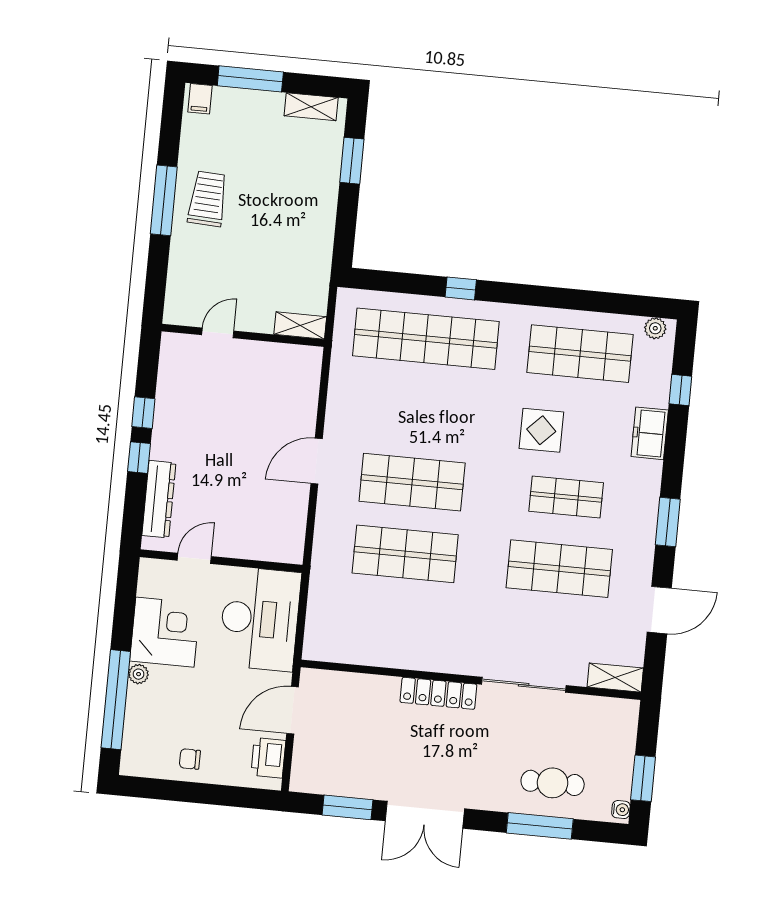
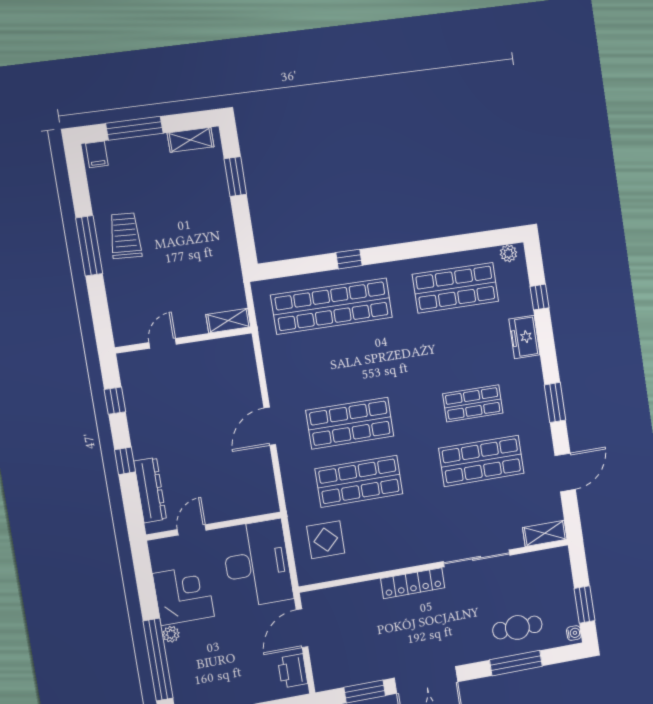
window: (143, 413) -> (115, 401), moved
display table: (541, 430) -> (326, 540), moved
chair: (190, 759) -> (230, 690), removed

